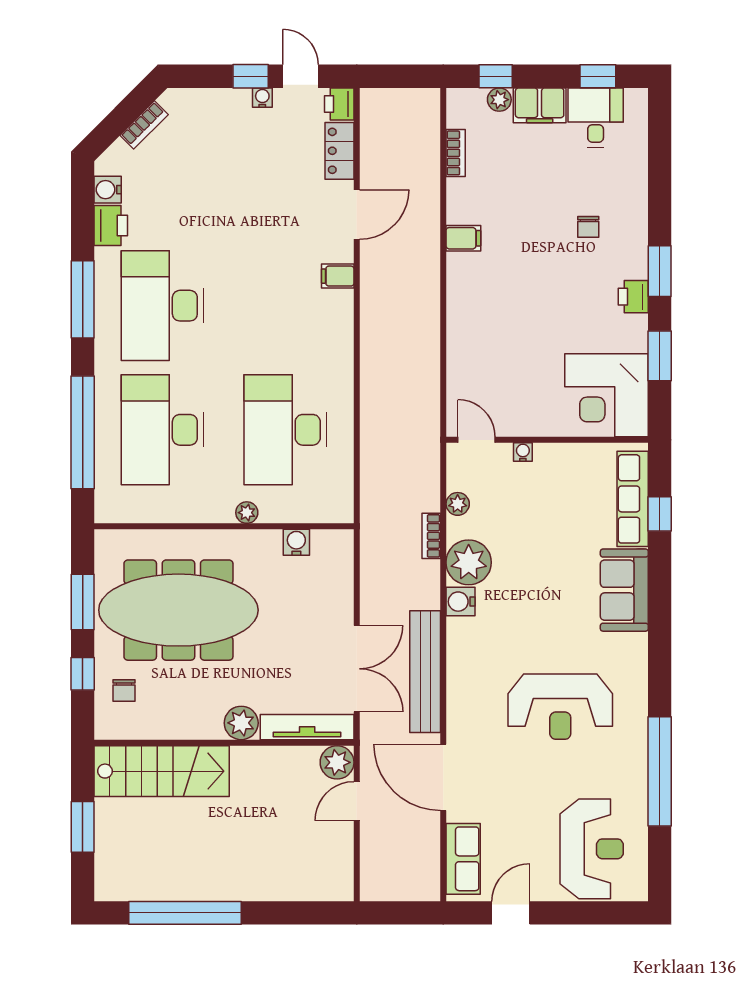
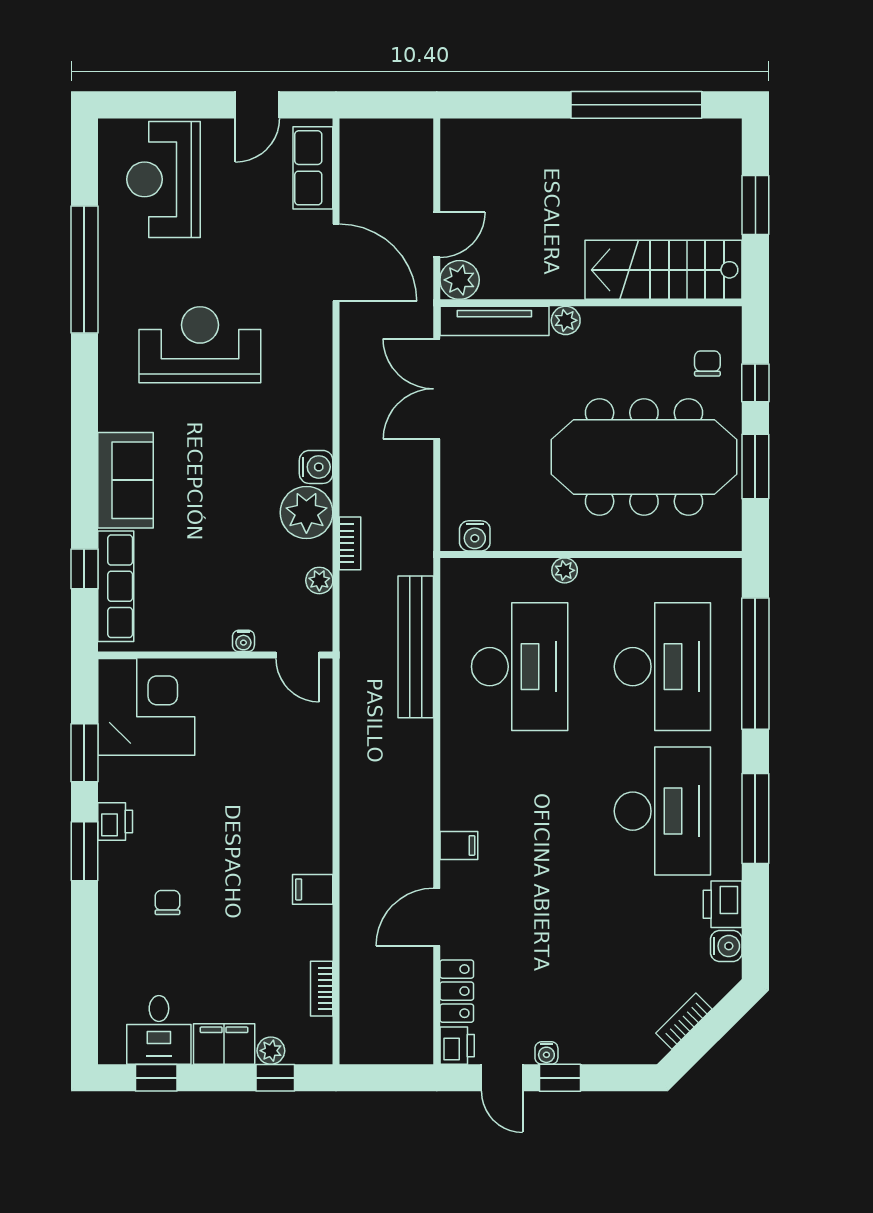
water cooler: (296, 542) -> (475, 536), moved
bench: (425, 672) -> (416, 647), moved
plant: (241, 723) -> (566, 320), width x0.73, depth x0.73

